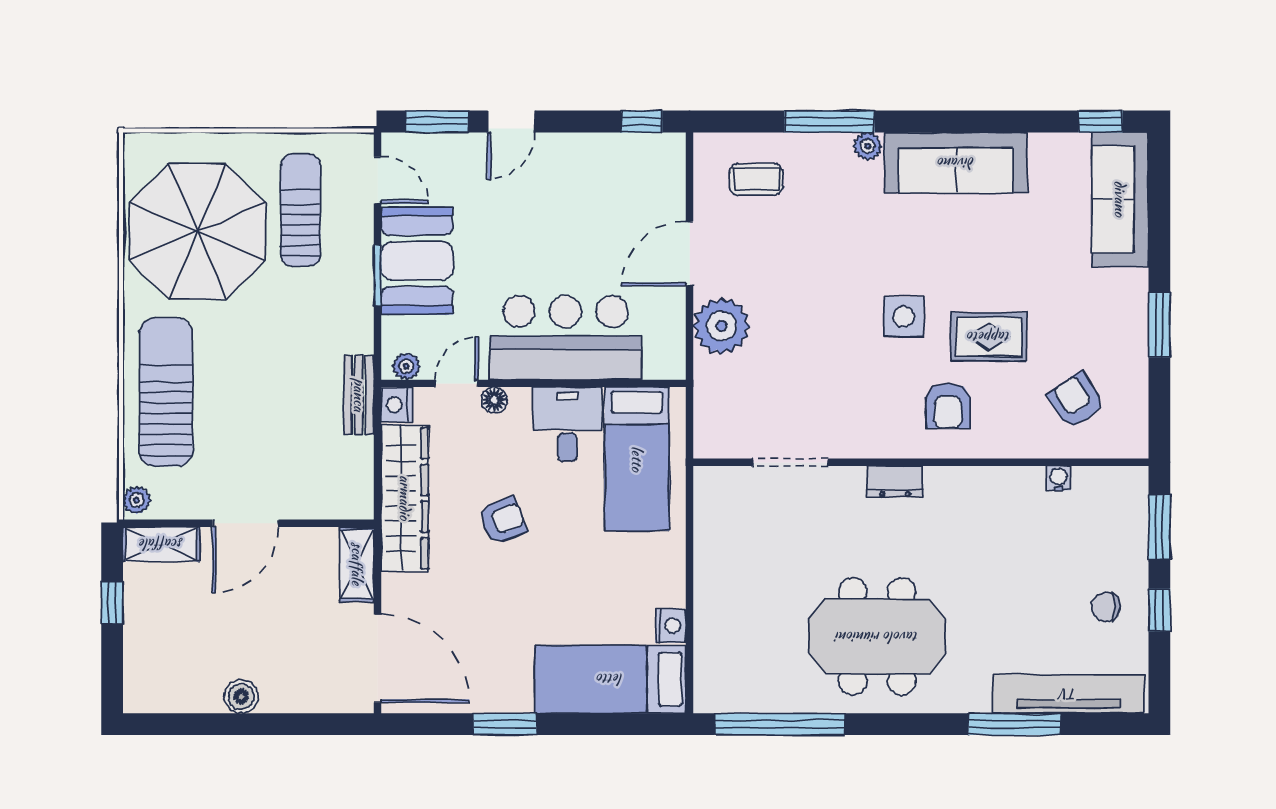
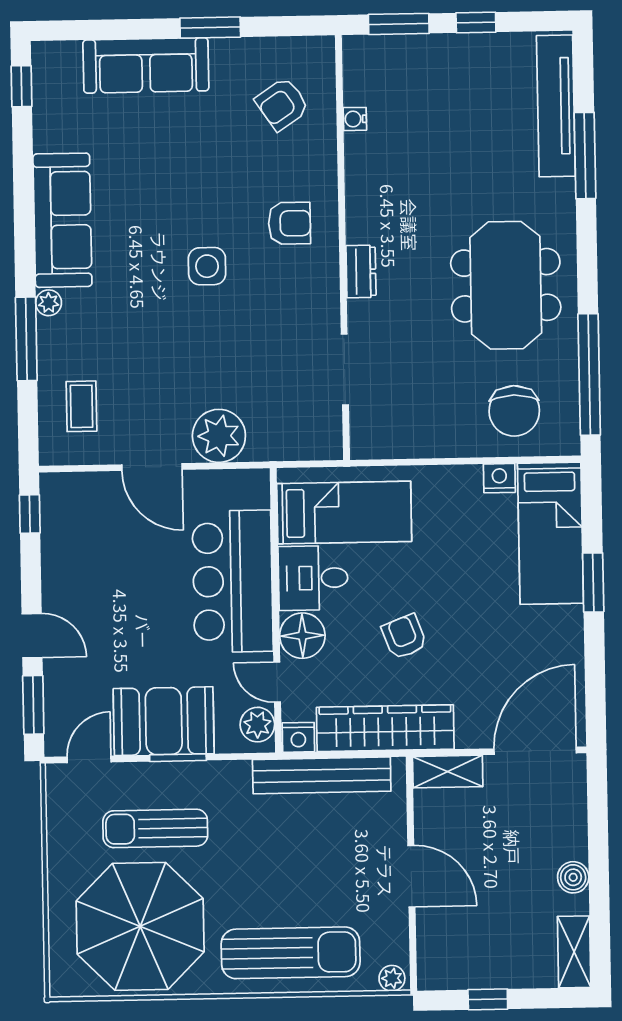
sofa: (1120, 199) -> (146, 65), moved
sun lounger: (301, 210) -> (155, 828), moved
rug: (989, 337) -> (224, 187), removed
plant: (406, 366) -> (257, 725), width x1.38, depth x1.38
sun lounger: (166, 392) -> (291, 953), turned 180
bench: (359, 395) -> (322, 775), width x1.86, depth x1.21
floor lamp: (494, 400) -> (302, 636), width x1.89, depth x1.89
shelving: (161, 544) -> (574, 952), moved
chair: (1106, 607) -> (514, 411), moved, width x1.87, depth x1.87
window: (505, 724) -> (593, 582), moved

